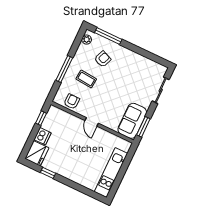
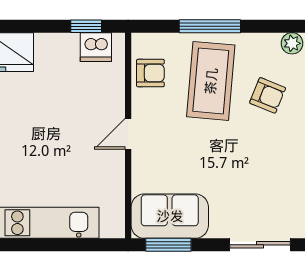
coffee table: (86, 79) -> (211, 81), width x1.86, depth x1.72
dishwasher: (43, 136) -> (96, 47), moved

